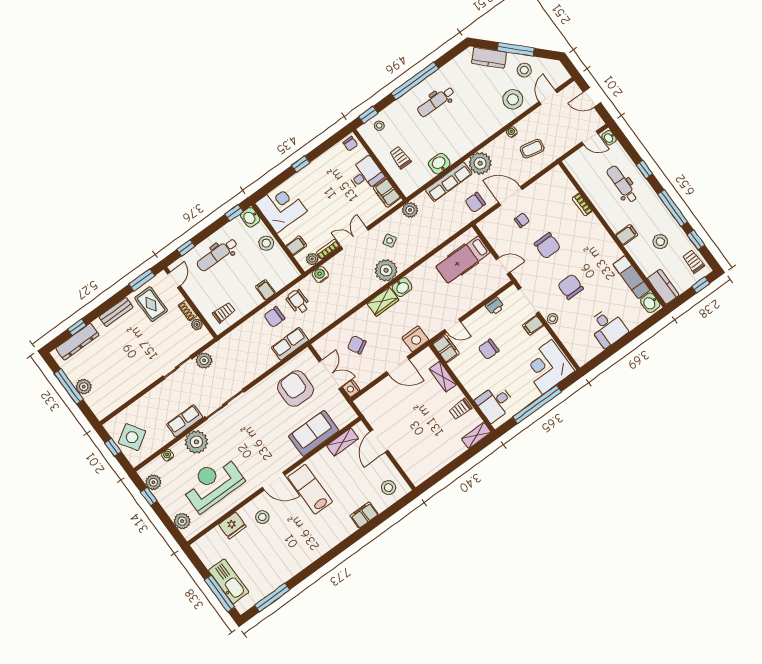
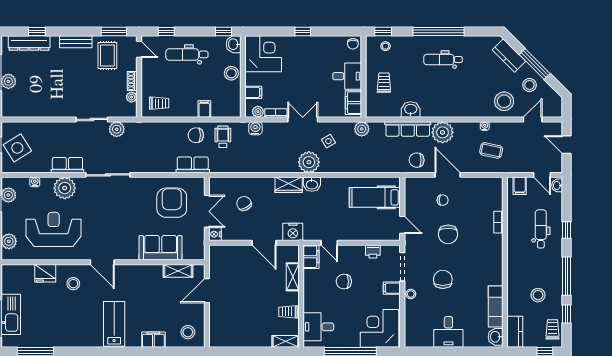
filing cabinet: (627, 235) -> (520, 186), moved, turned 90
door: (174, 280) -> (139, 49), hinge flipped
lab bench: (310, 489) -> (114, 324), moved

